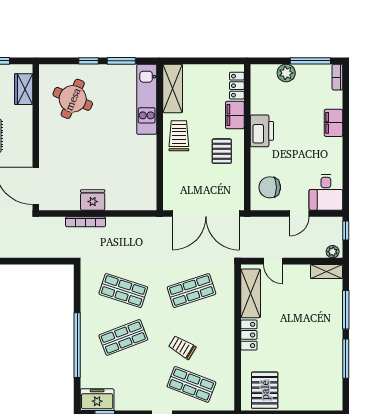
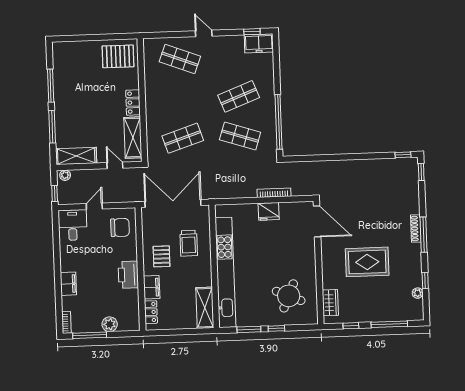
kitchen unit: (147, 99) -> (225, 272), width x1.86
trolley: (179, 136) -> (189, 243), moved
shelving: (327, 272) -> (76, 156), width x1.50, depth x1.33
window: (77, 345) -> (279, 122), moved
trolley: (182, 347) -> (189, 90), removed
pallet: (265, 390) -> (118, 56), turned 90

